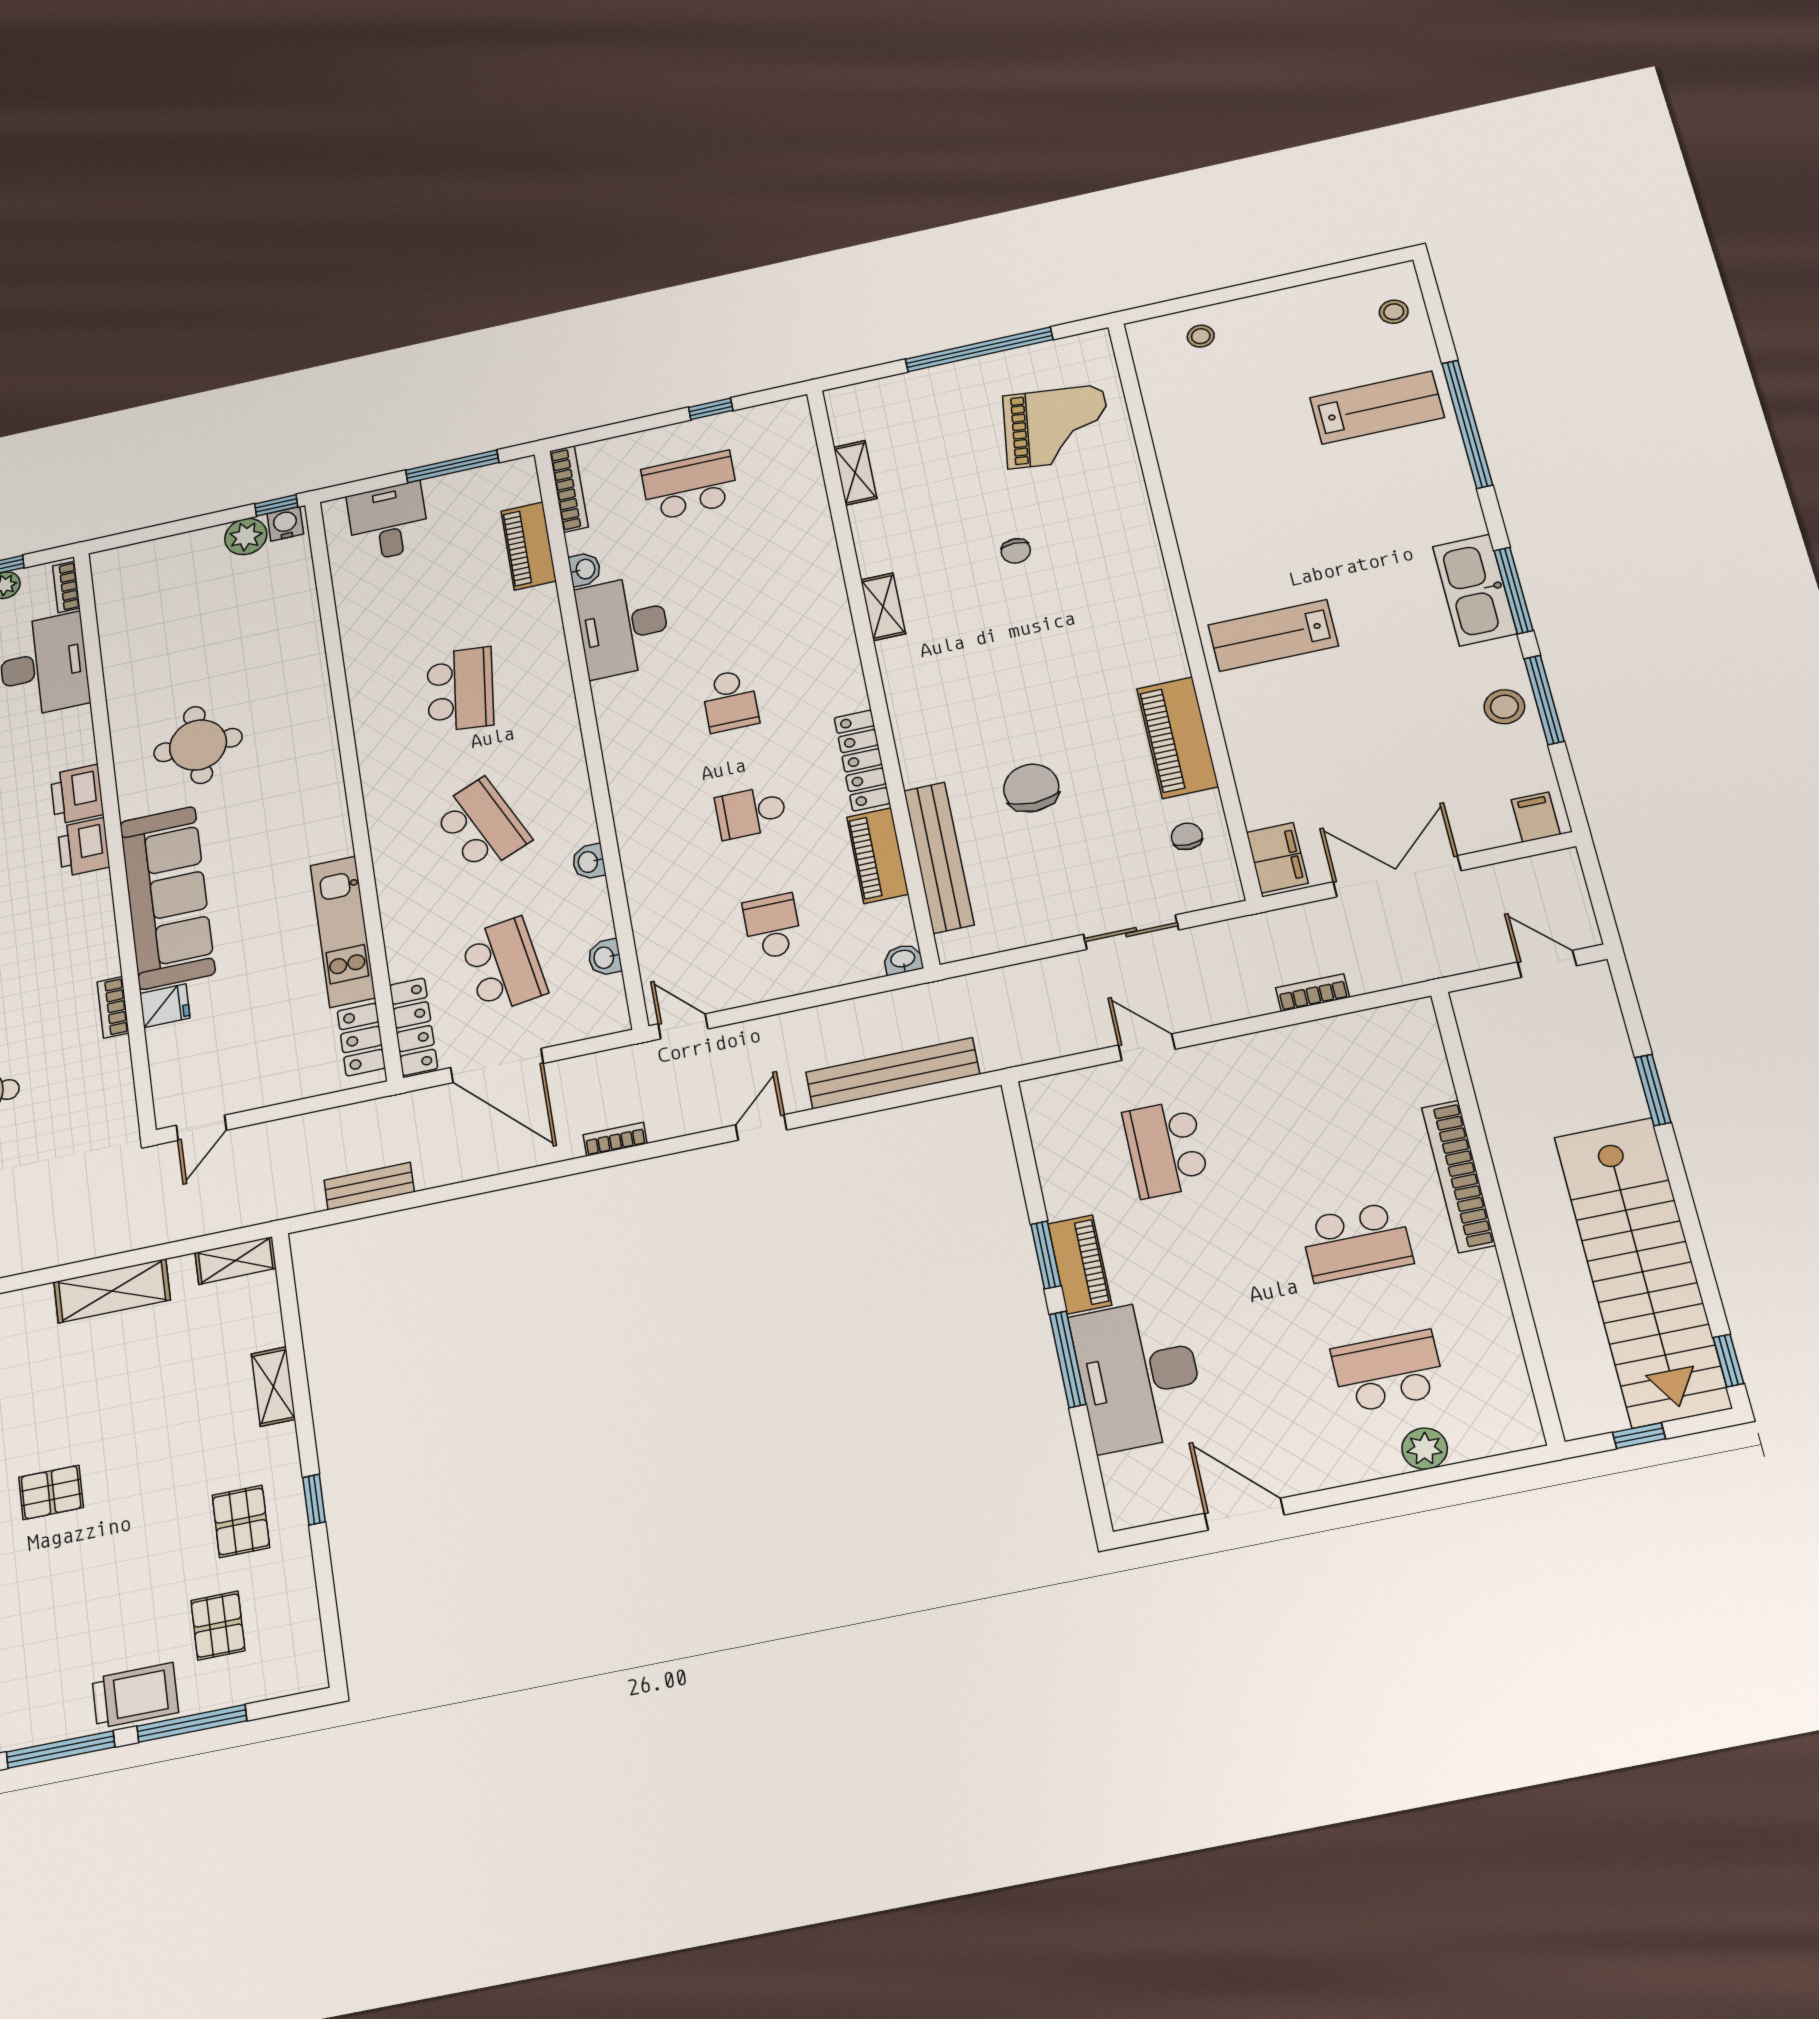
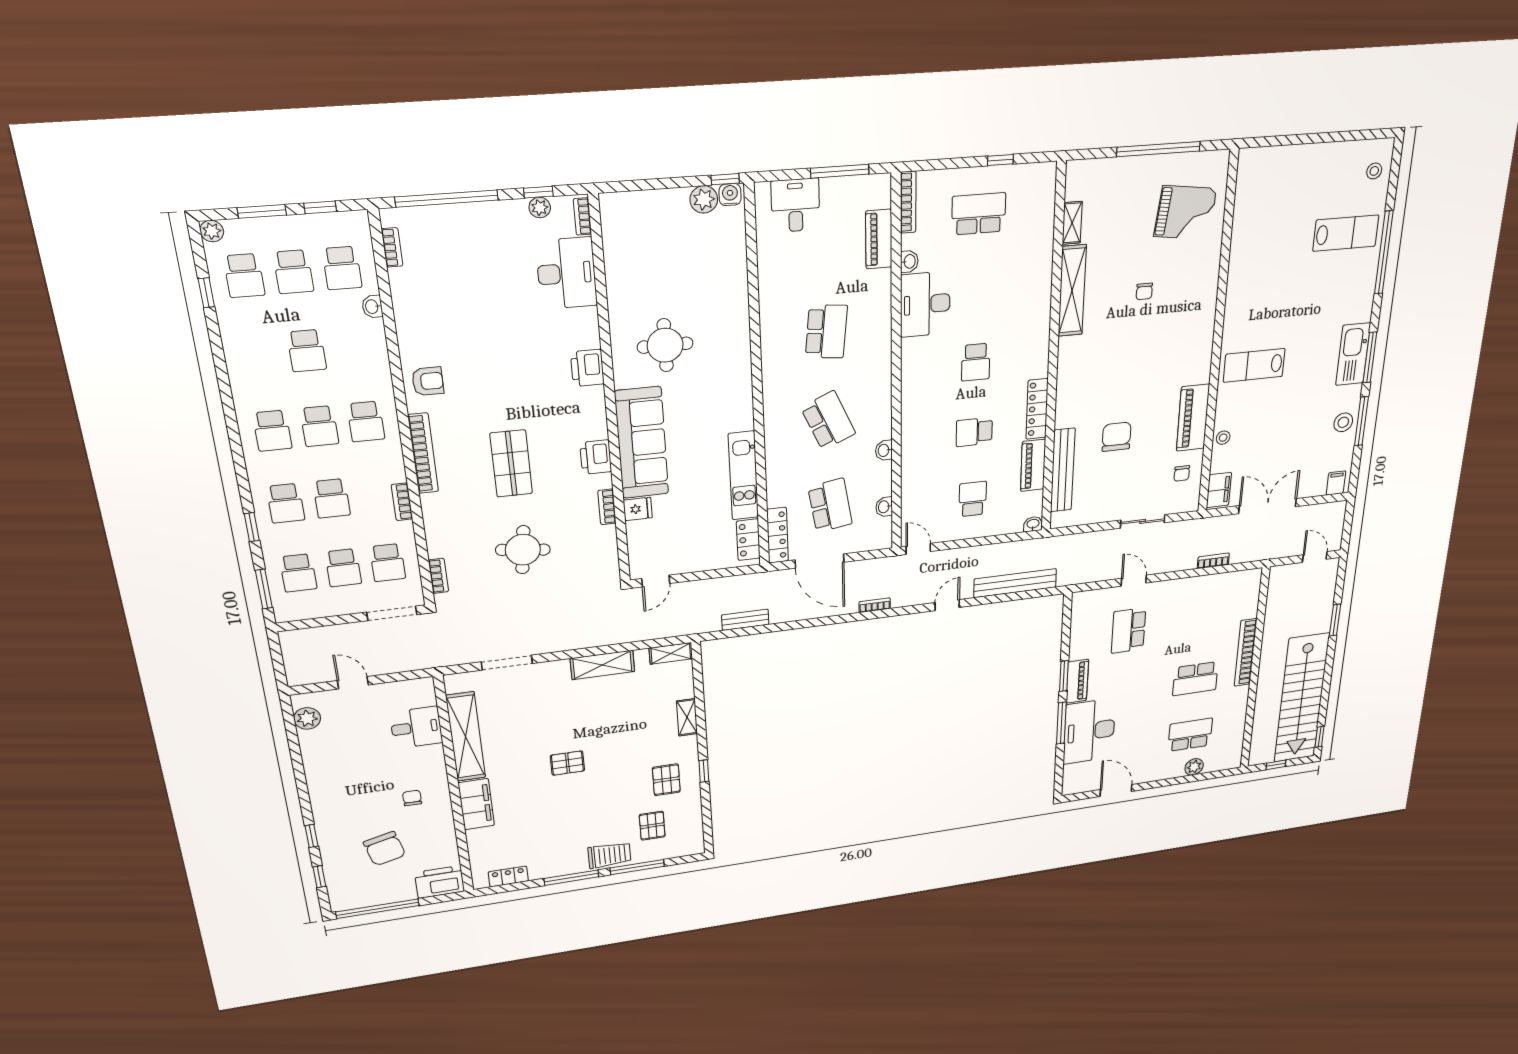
stool: (1201, 336) -> (1223, 438), moved
shelving: (883, 607) -> (1072, 291), width x2.20, depth x1.33
chair: (1187, 836) -> (1182, 473), turned 180
printer: (84, 847) -> (596, 457), moved

